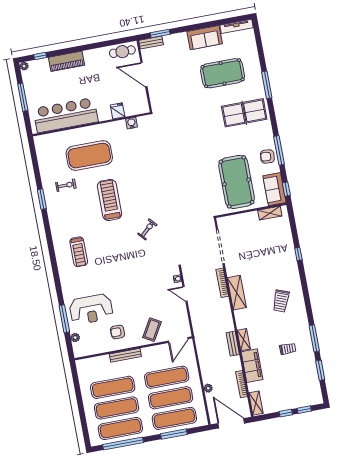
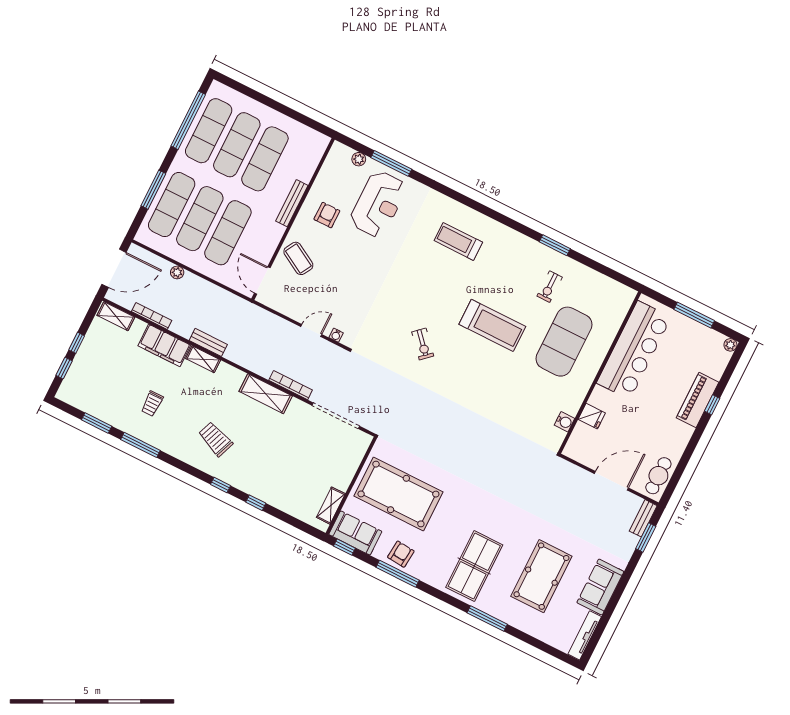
window: (40, 56) -> (712, 405), moved
window: (303, 280) -> (220, 485), added
reception desk: (91, 309) -> (378, 204), turned 180

